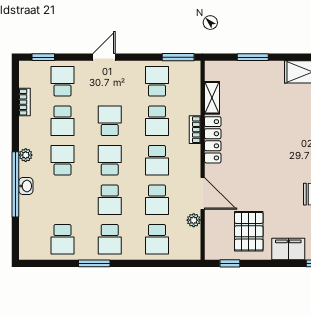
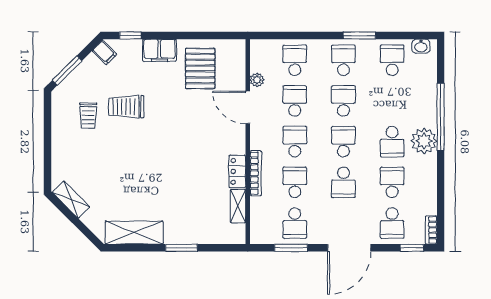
door: (104, 57) -> (349, 248), width x1.87
window: (178, 57) -> (291, 248), moved
window: (253, 57) -> (181, 248), moved
bookcase: (24, 102) -> (431, 230), moved
bookcase: (195, 130) -> (256, 173), width x1.56
locker: (213, 140) -> (237, 171), width x0.66
plant: (26, 155) -> (424, 141), width x1.87, depth x1.87
school desk: (110, 160) -> (343, 142), turned 180
washbasin: (26, 186) -> (421, 46), moved, turned -90
window: (230, 263) -> (220, 35), removed

